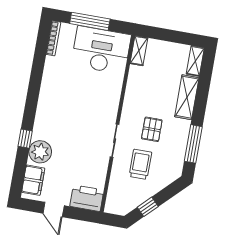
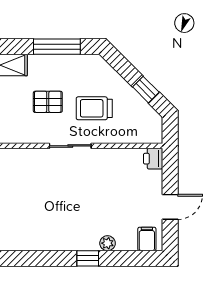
plant: (40, 152) -> (108, 243), width x0.53, depth x0.53
filing cabinet: (33, 180) -> (147, 239), width x0.50
printer: (87, 198) -> (153, 159), width x0.53, depth x0.68

